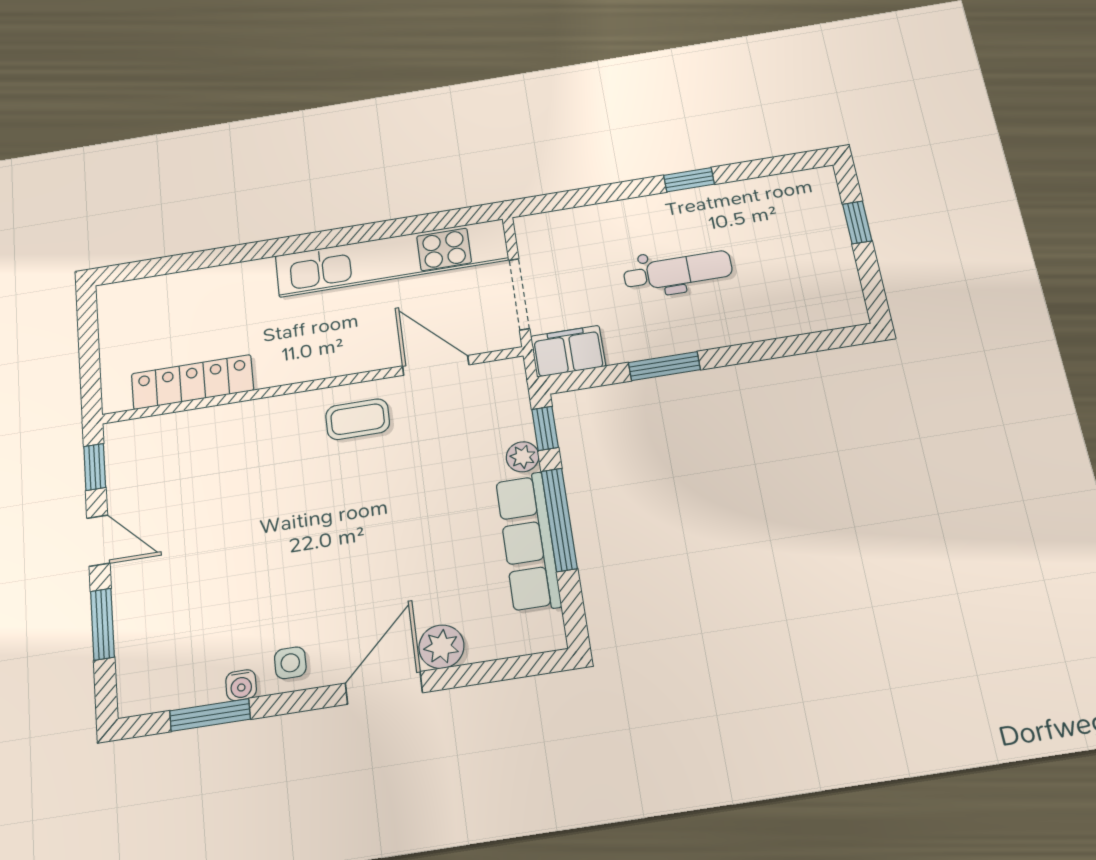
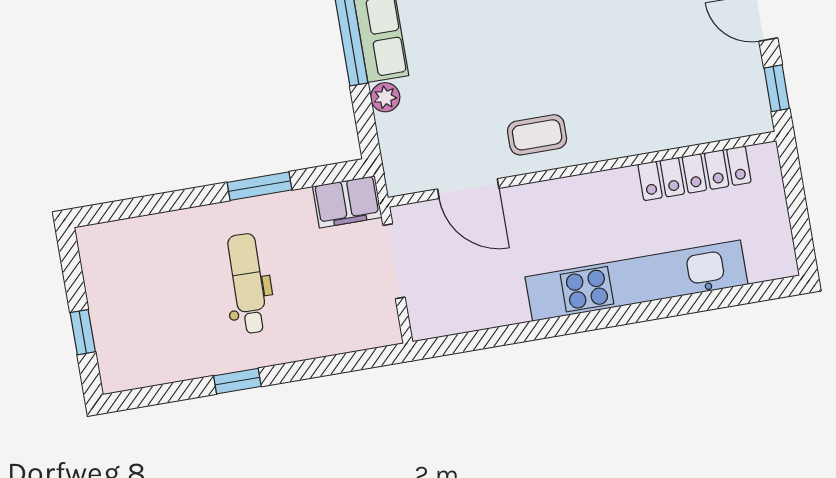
kitchen unit: (391, 258) -> (637, 281), moved
dental chair: (678, 271) -> (248, 283), turned 91
window: (545, 428) -> (366, 125), removed

